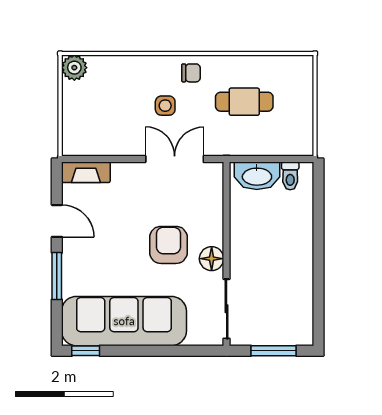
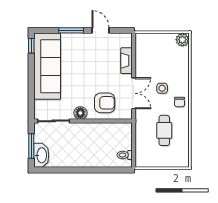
fireplace: (86, 172) -> (127, 61), moved
washbasin: (257, 176) -> (41, 155), moved, turned 180
door: (57, 221) -> (101, 30), swing flipped
armchair: (168, 245) -> (105, 103), moved

